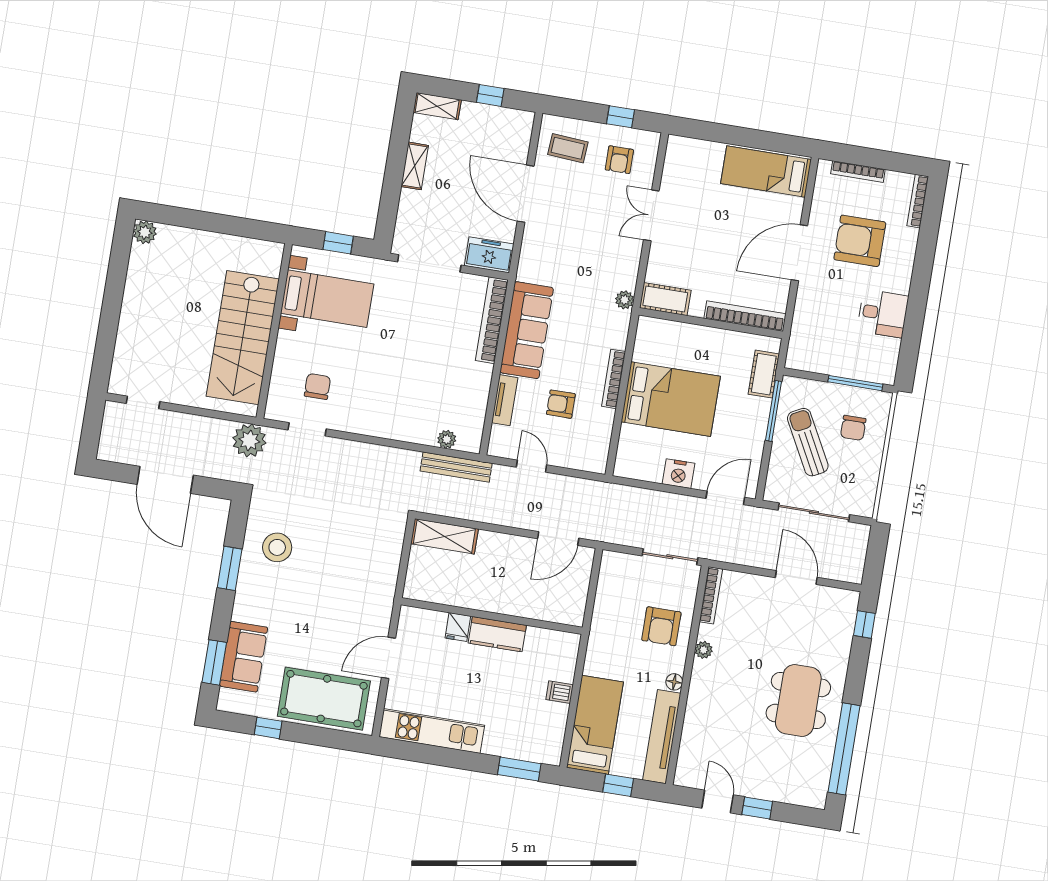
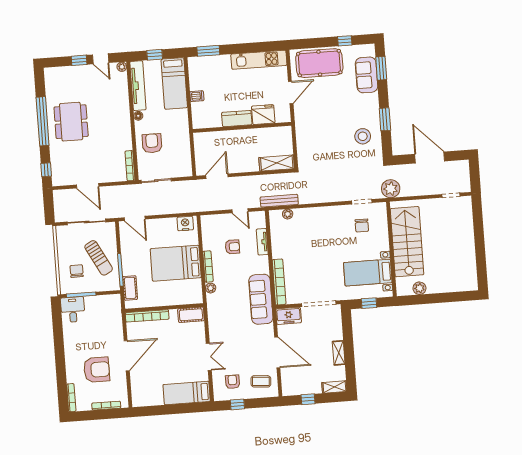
bed: (766, 171) -> (187, 393), moved, turned 180
plant: (145, 232) -> (419, 288), moved
plant: (625, 300) -> (211, 288), moved
desk: (883, 313) -> (73, 310), moved, turned 90
sofa: (527, 330) -> (261, 299), moved
nightstand: (679, 474) -> (185, 223), moved
door: (725, 498) -> (135, 218), hinge flipped
fridge: (458, 627) -> (263, 115), width x1.88, depth x1.34
plant: (704, 650) -> (122, 67), moved
window: (844, 749) -> (43, 121), moved

